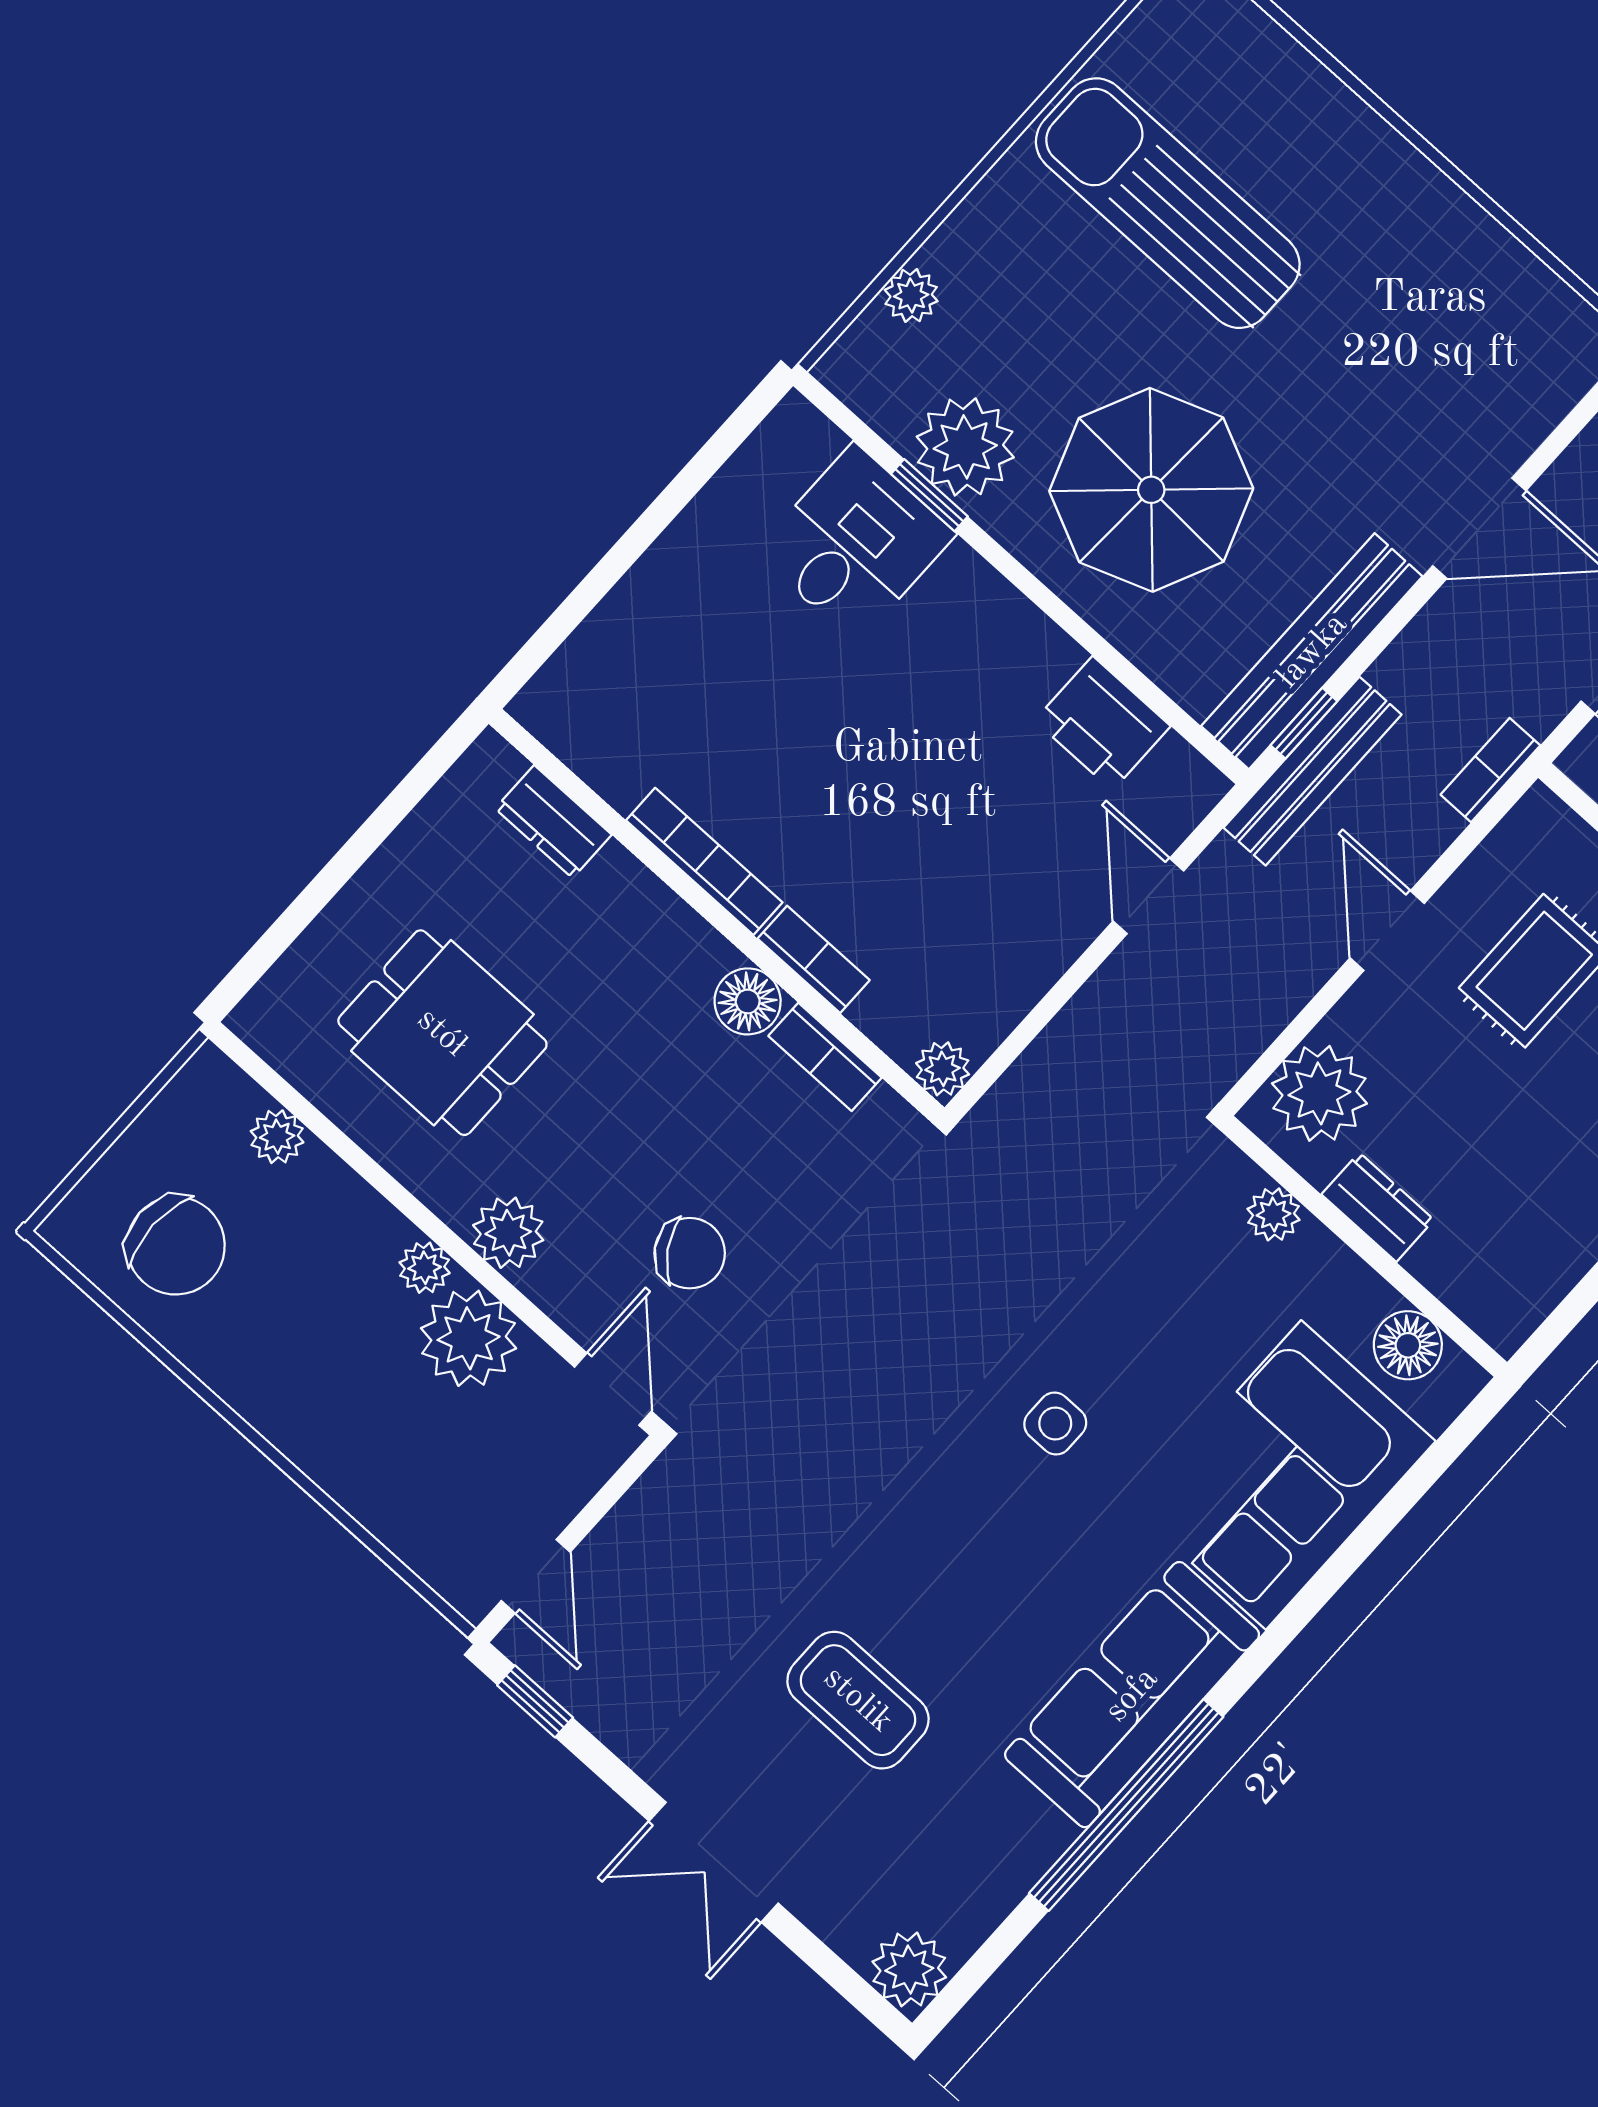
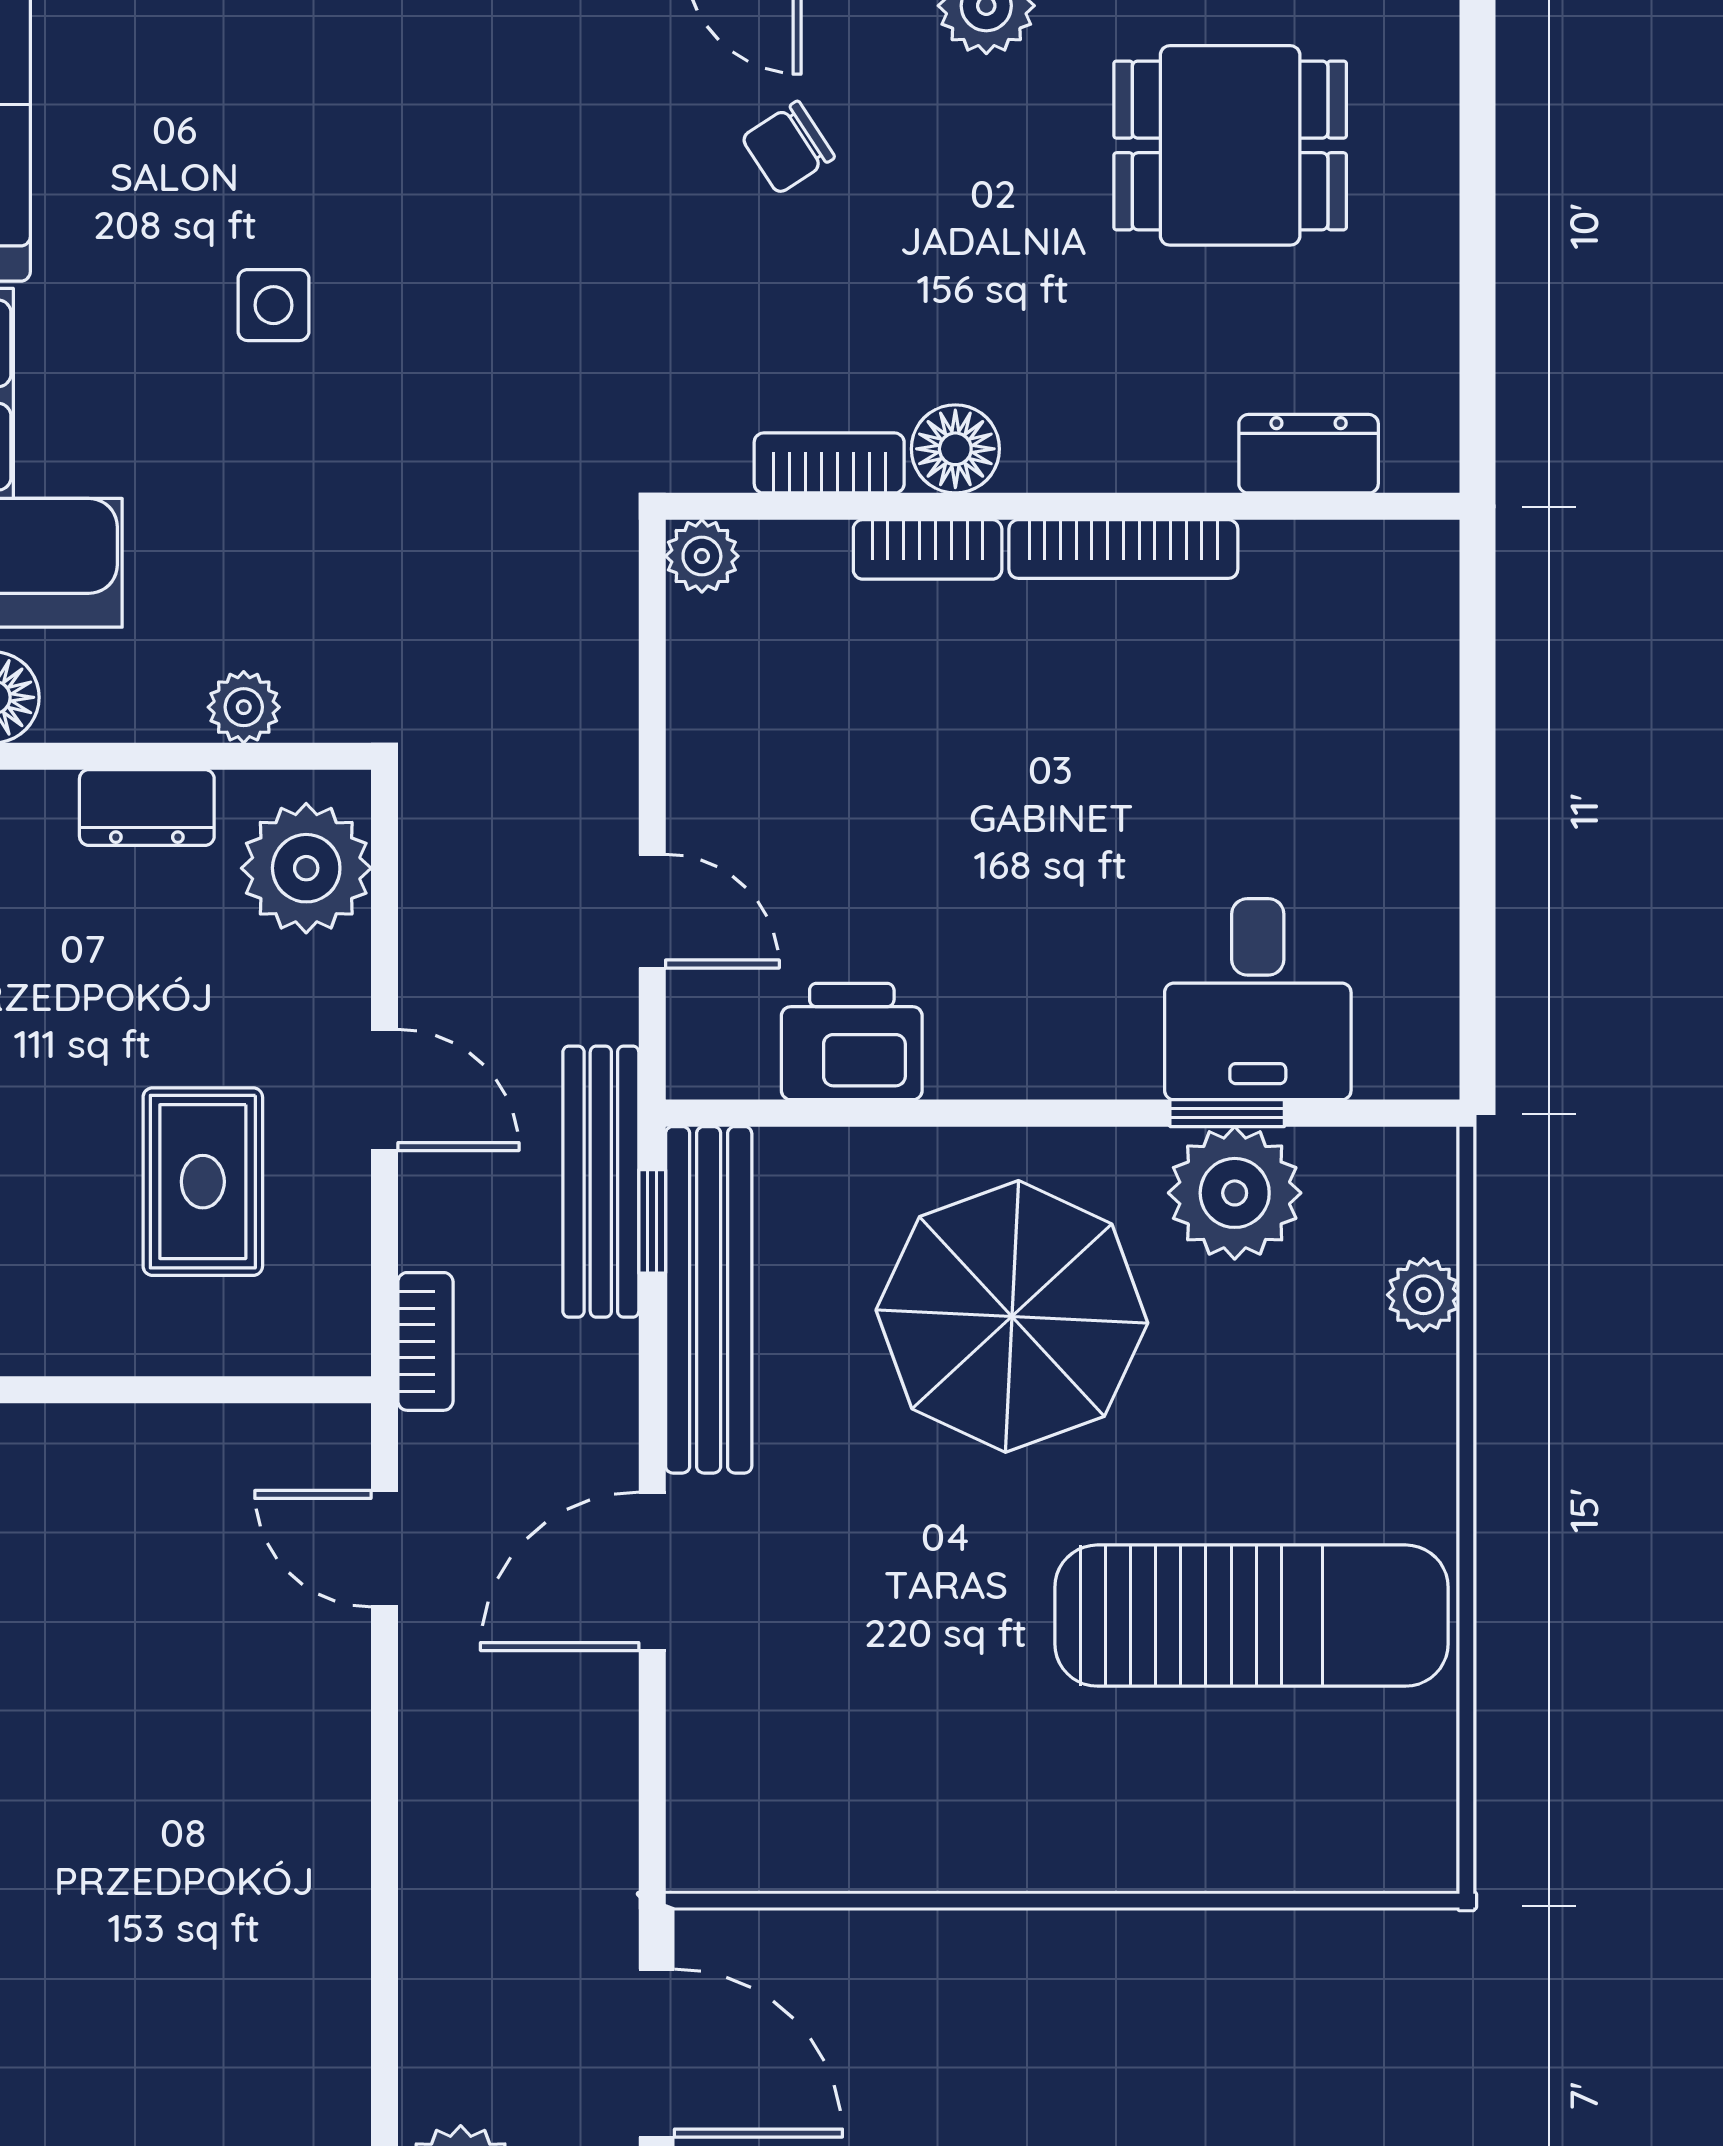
chair: (690, 1253) -> (788, 147), width x0.73, depth x0.73

